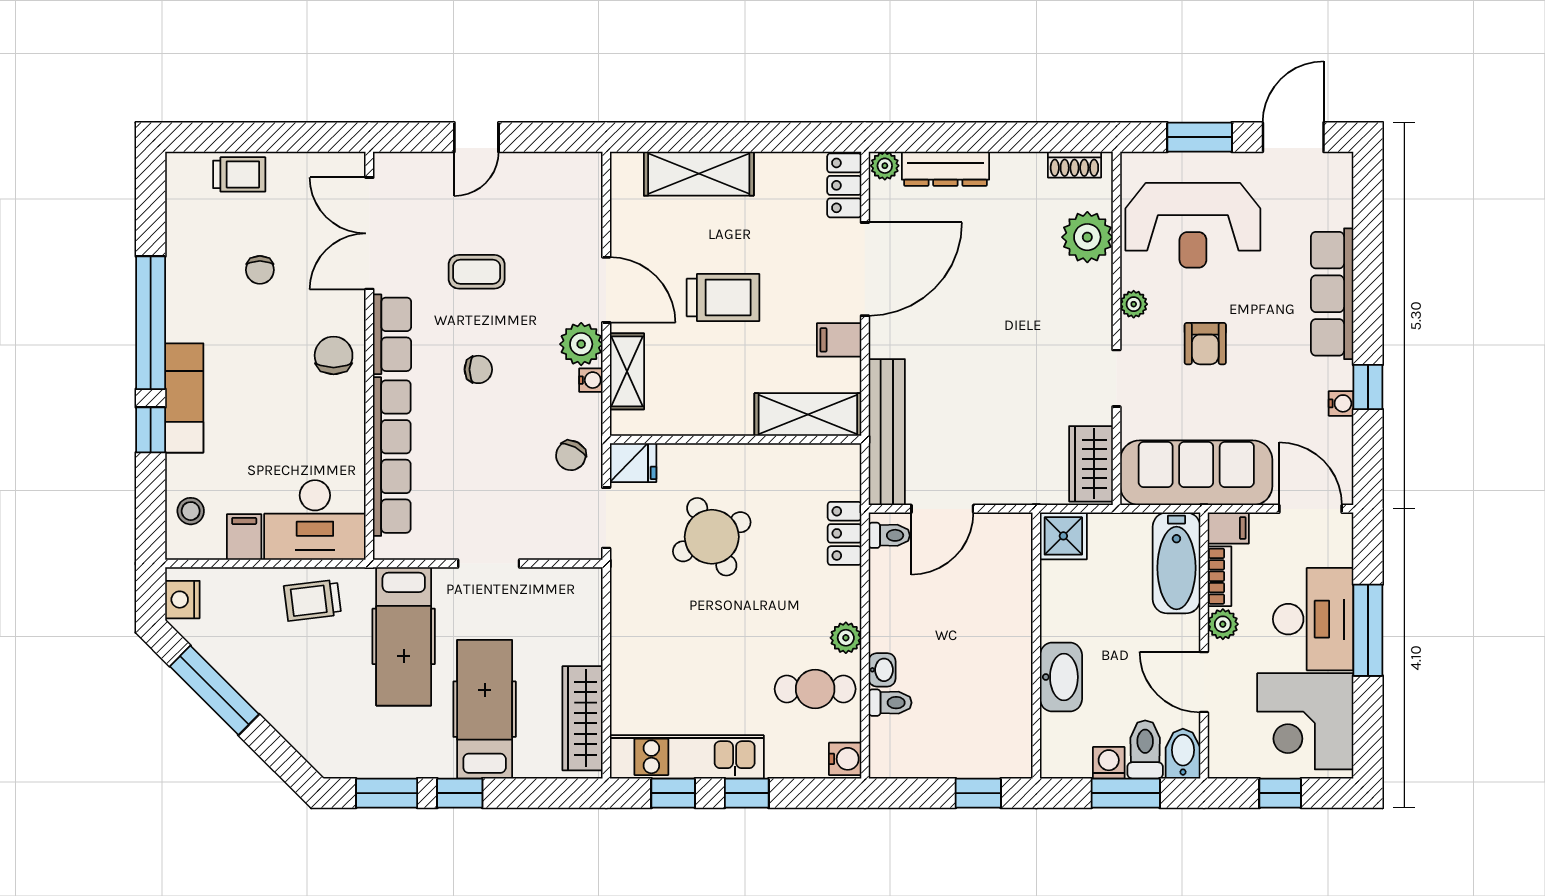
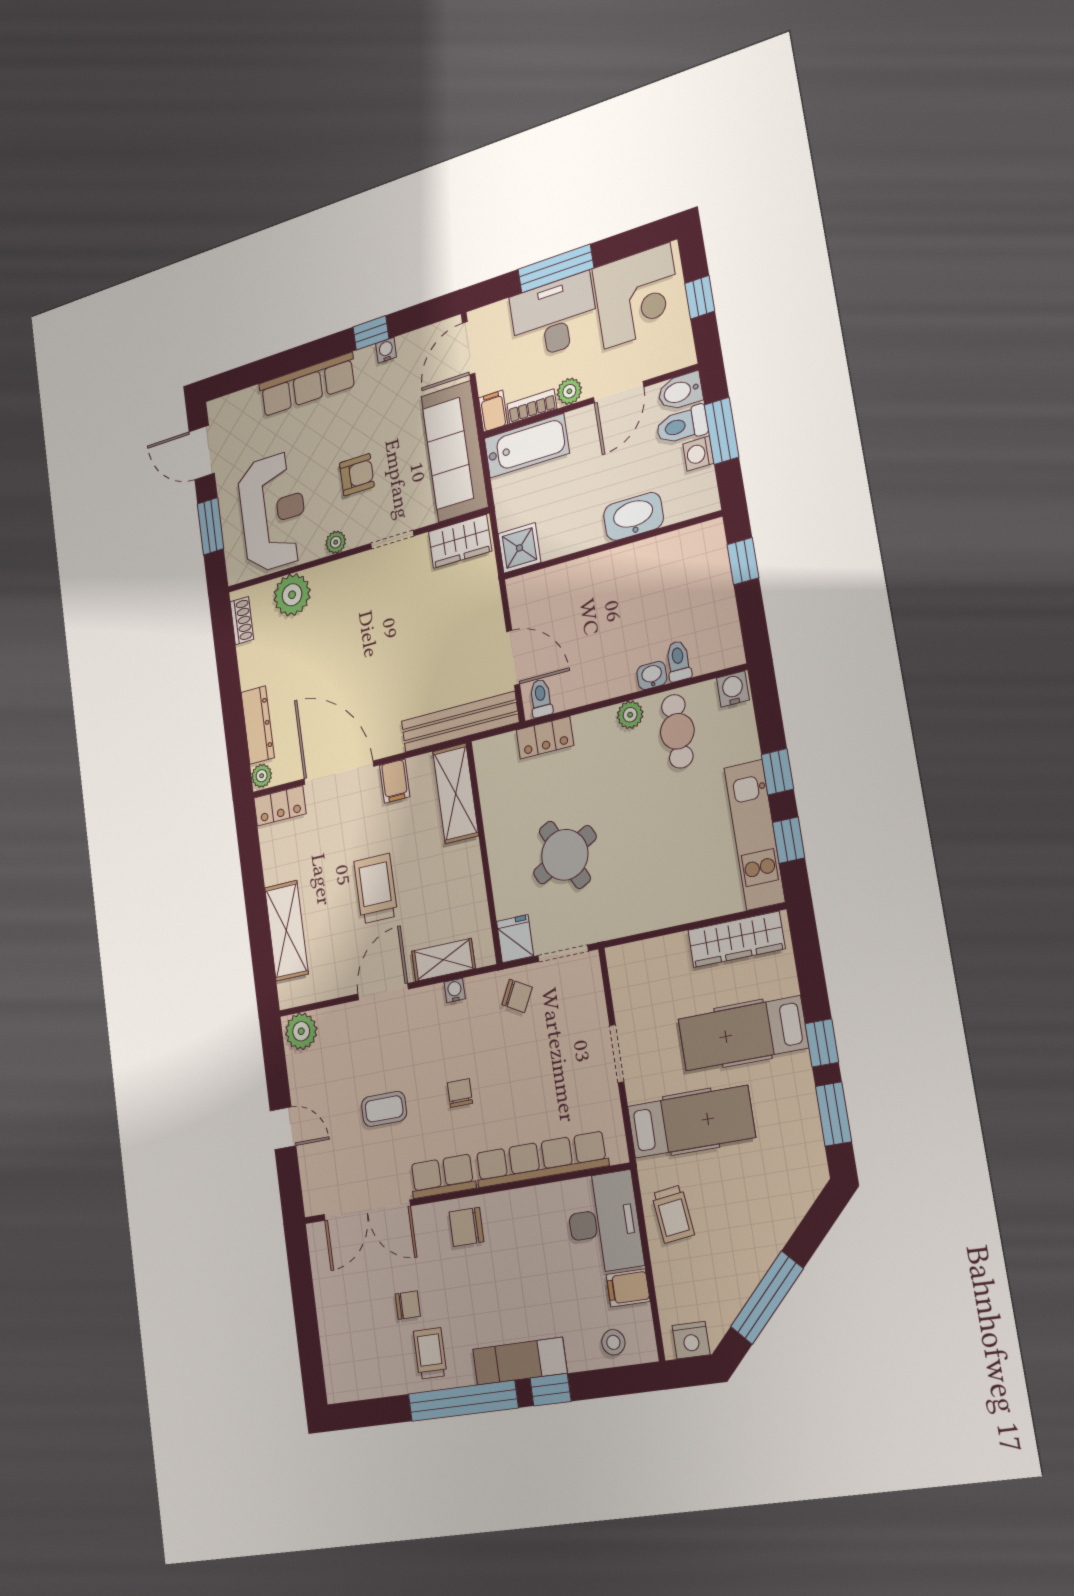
trolley: (239, 174) -> (430, 1353), moved
coffee table: (477, 272) -> (384, 1109), turned 90
plant: (581, 344) -> (301, 1031), moved

